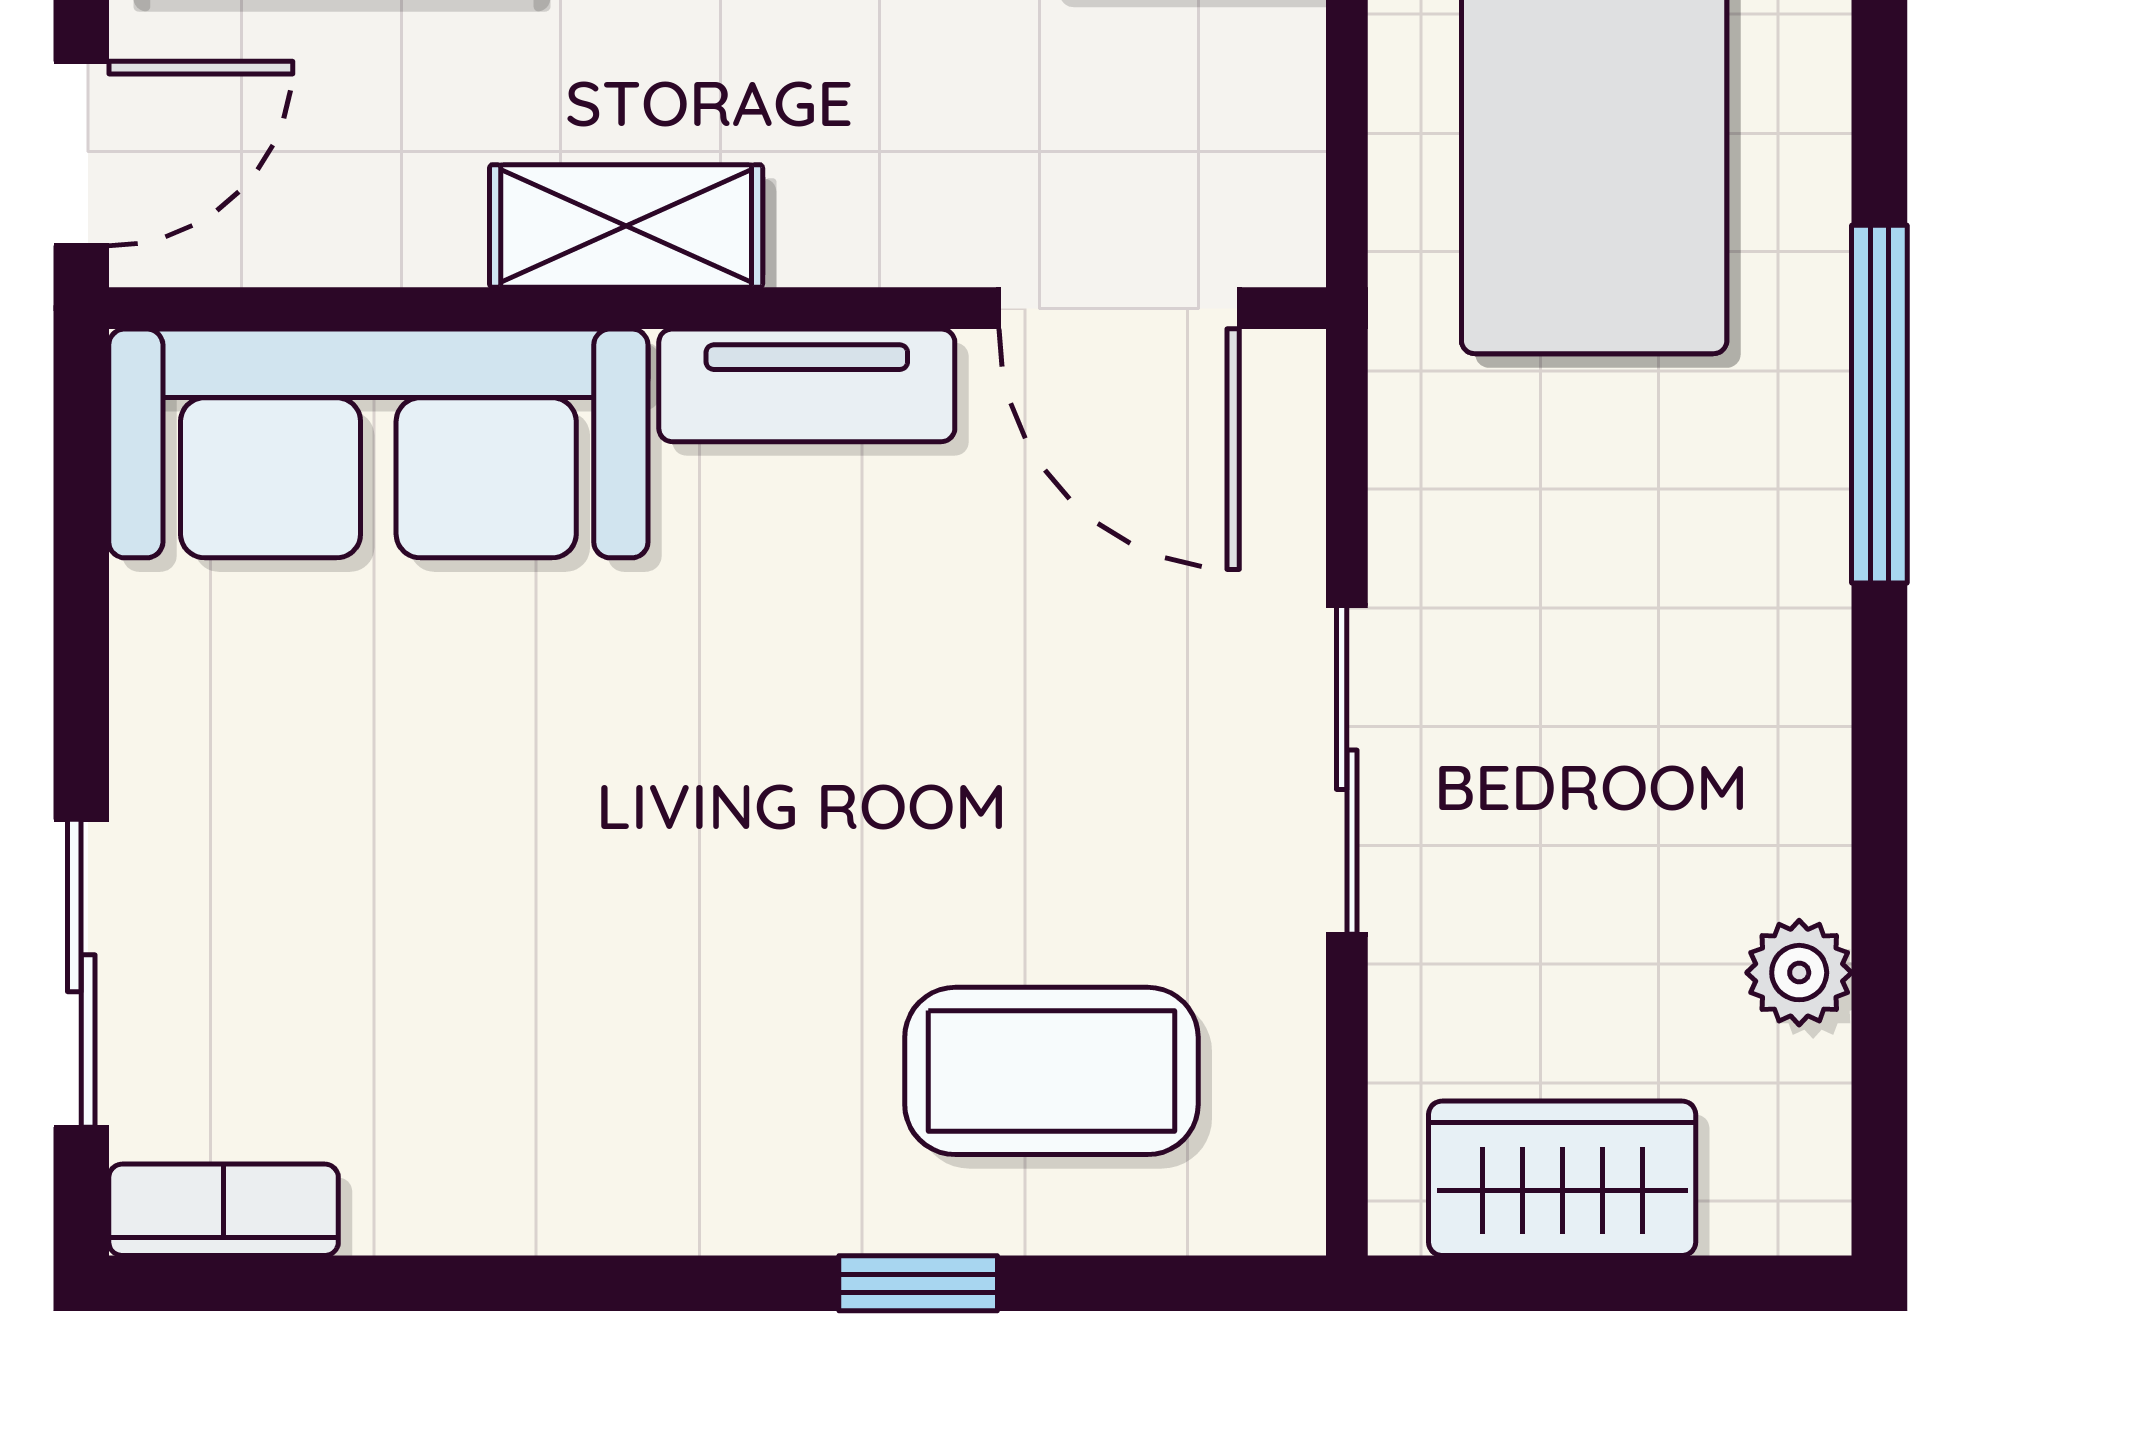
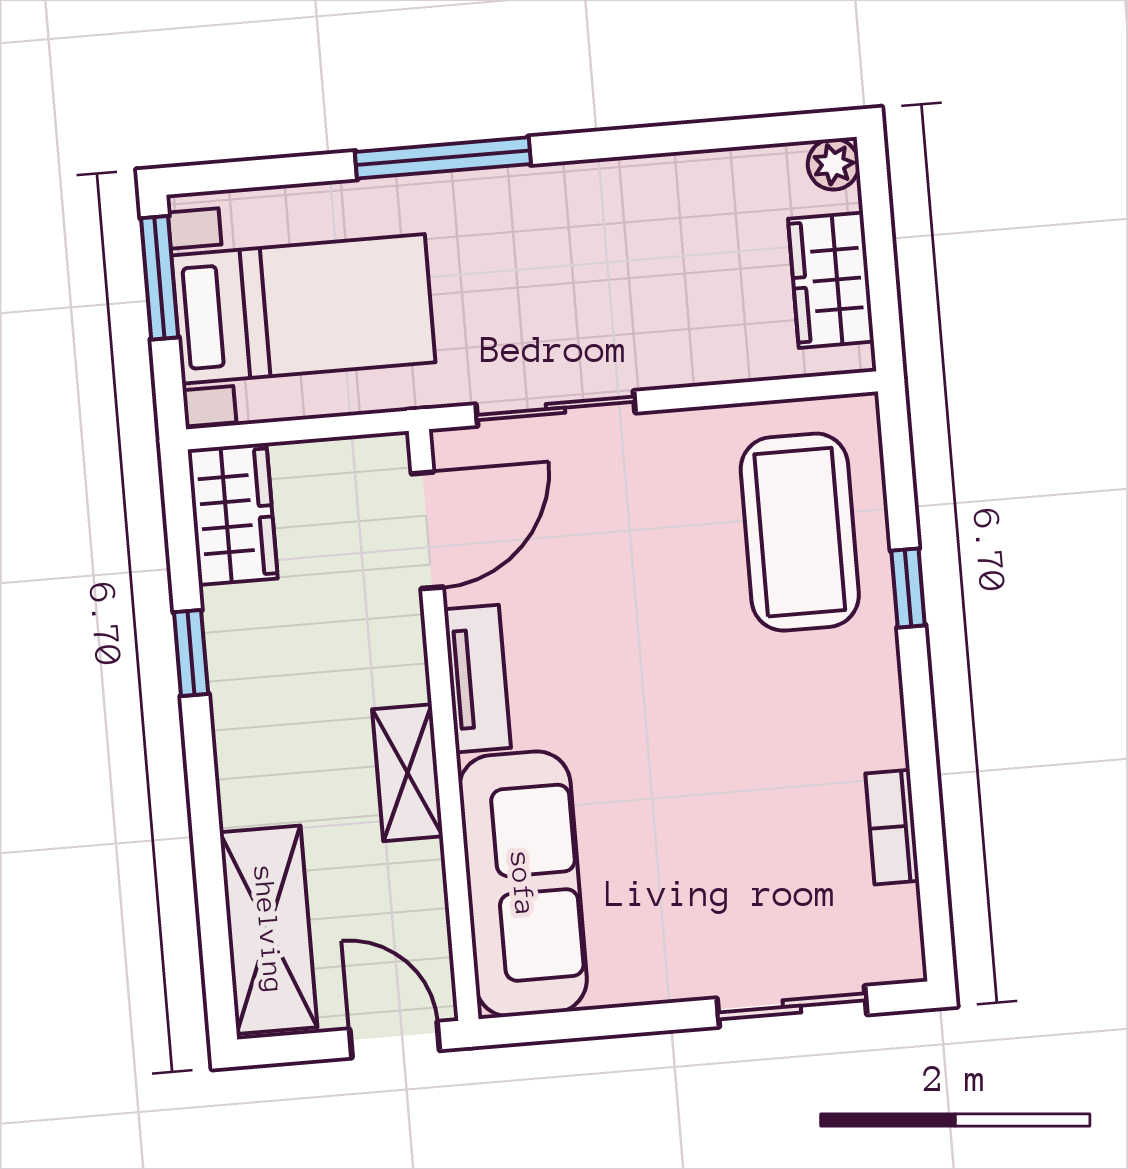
sliding door: (1347, 770) -> (555, 408), moved
plant: (1799, 973) -> (833, 164), moved
coffee table: (1051, 1071) -> (800, 532), width x1.36, depth x1.32
bookcase: (224, 1210) -> (892, 827), moved

